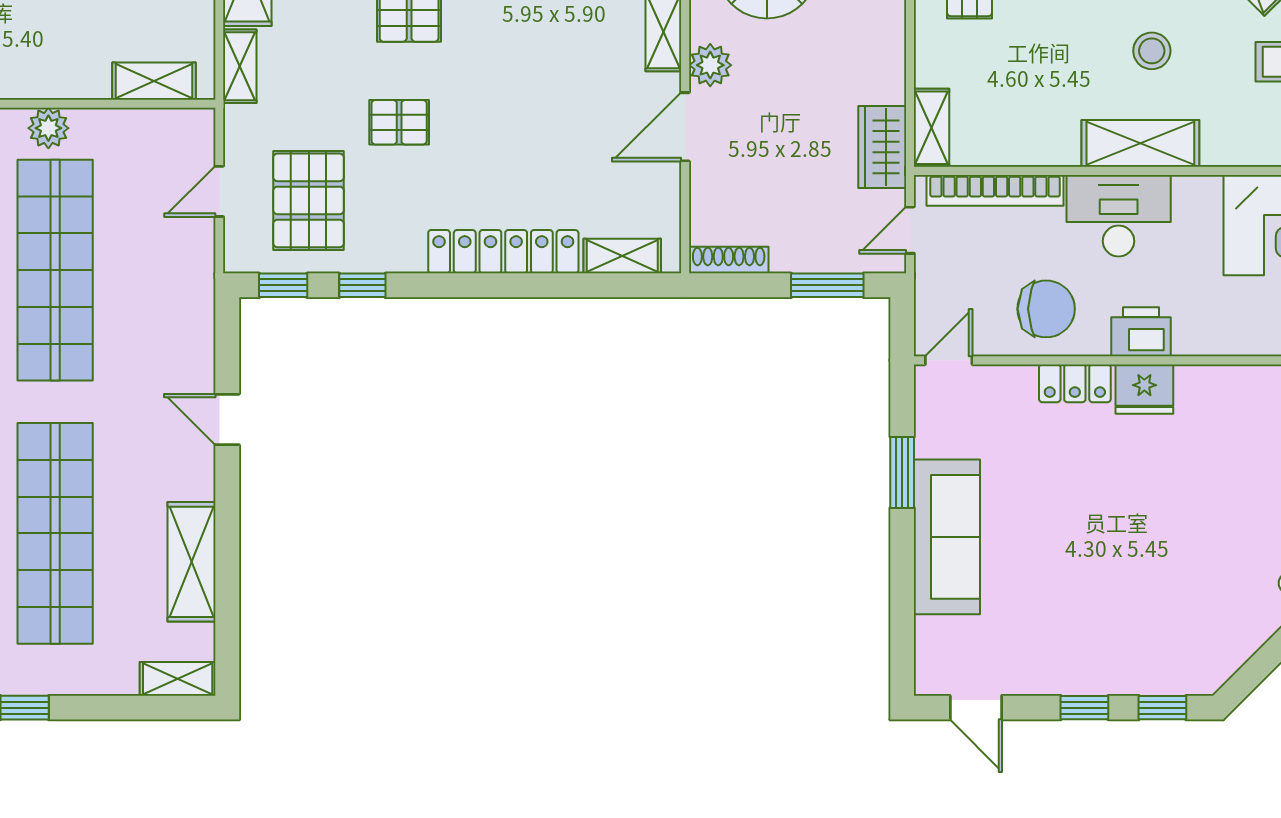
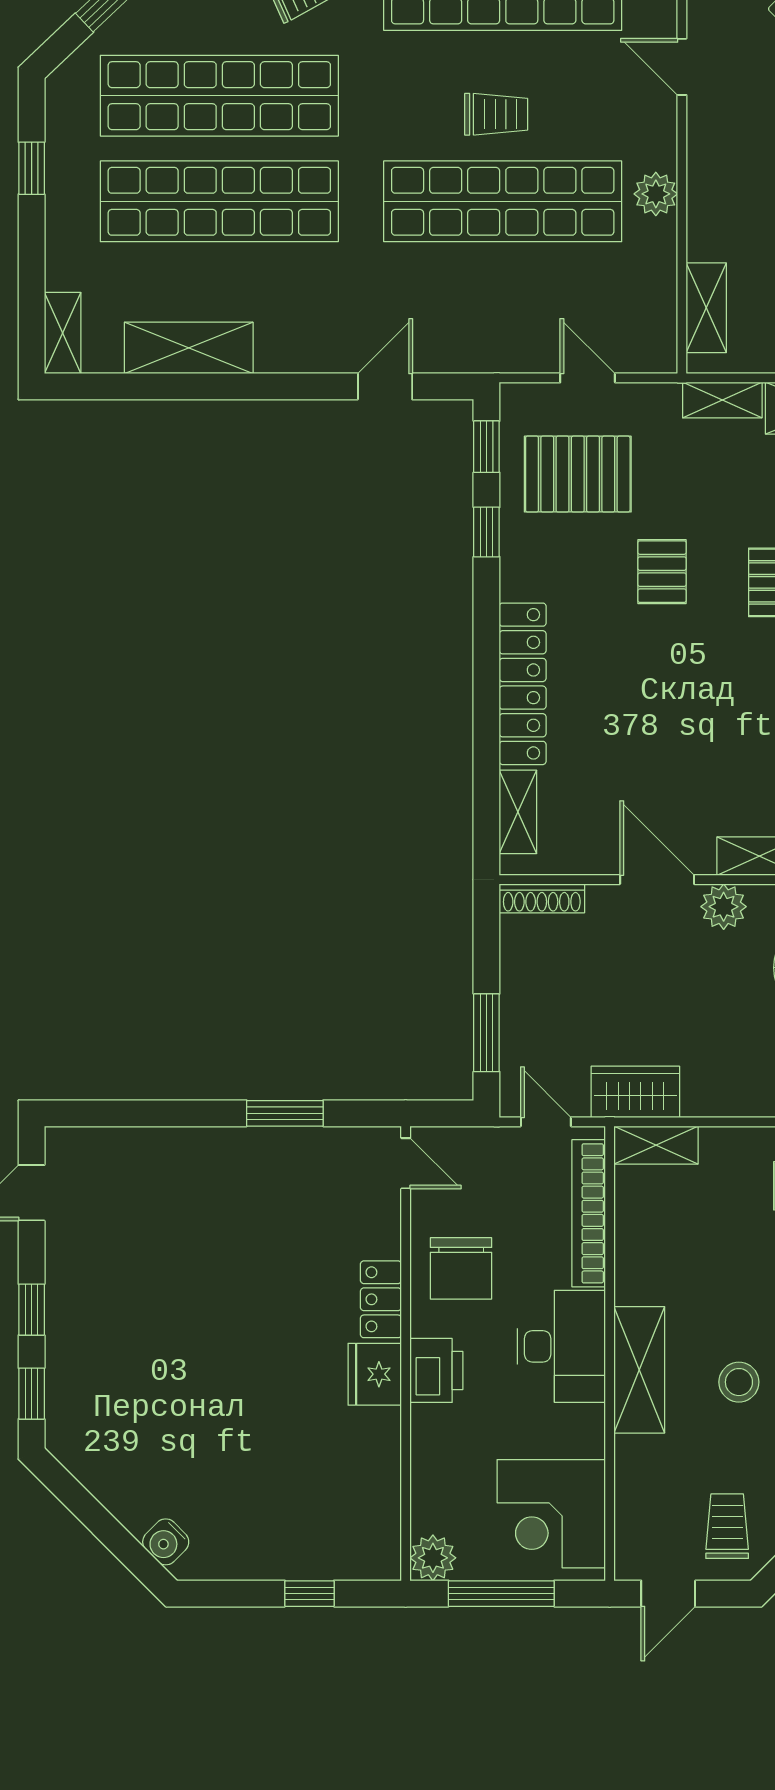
shoe rack: (729, 260) -> (542, 898), moved, turned 90
door: (227, 419) -> (385, 386), moved
sofa: (947, 537) -> (216, 1161), removed

